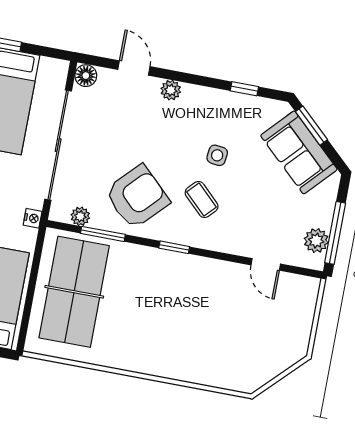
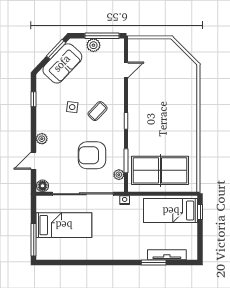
window: (311, 126) -> (56, 49), moved
armchair: (137, 197) -> (92, 155), moved, turned -44
plant: (316, 241) -> (93, 45), moved

